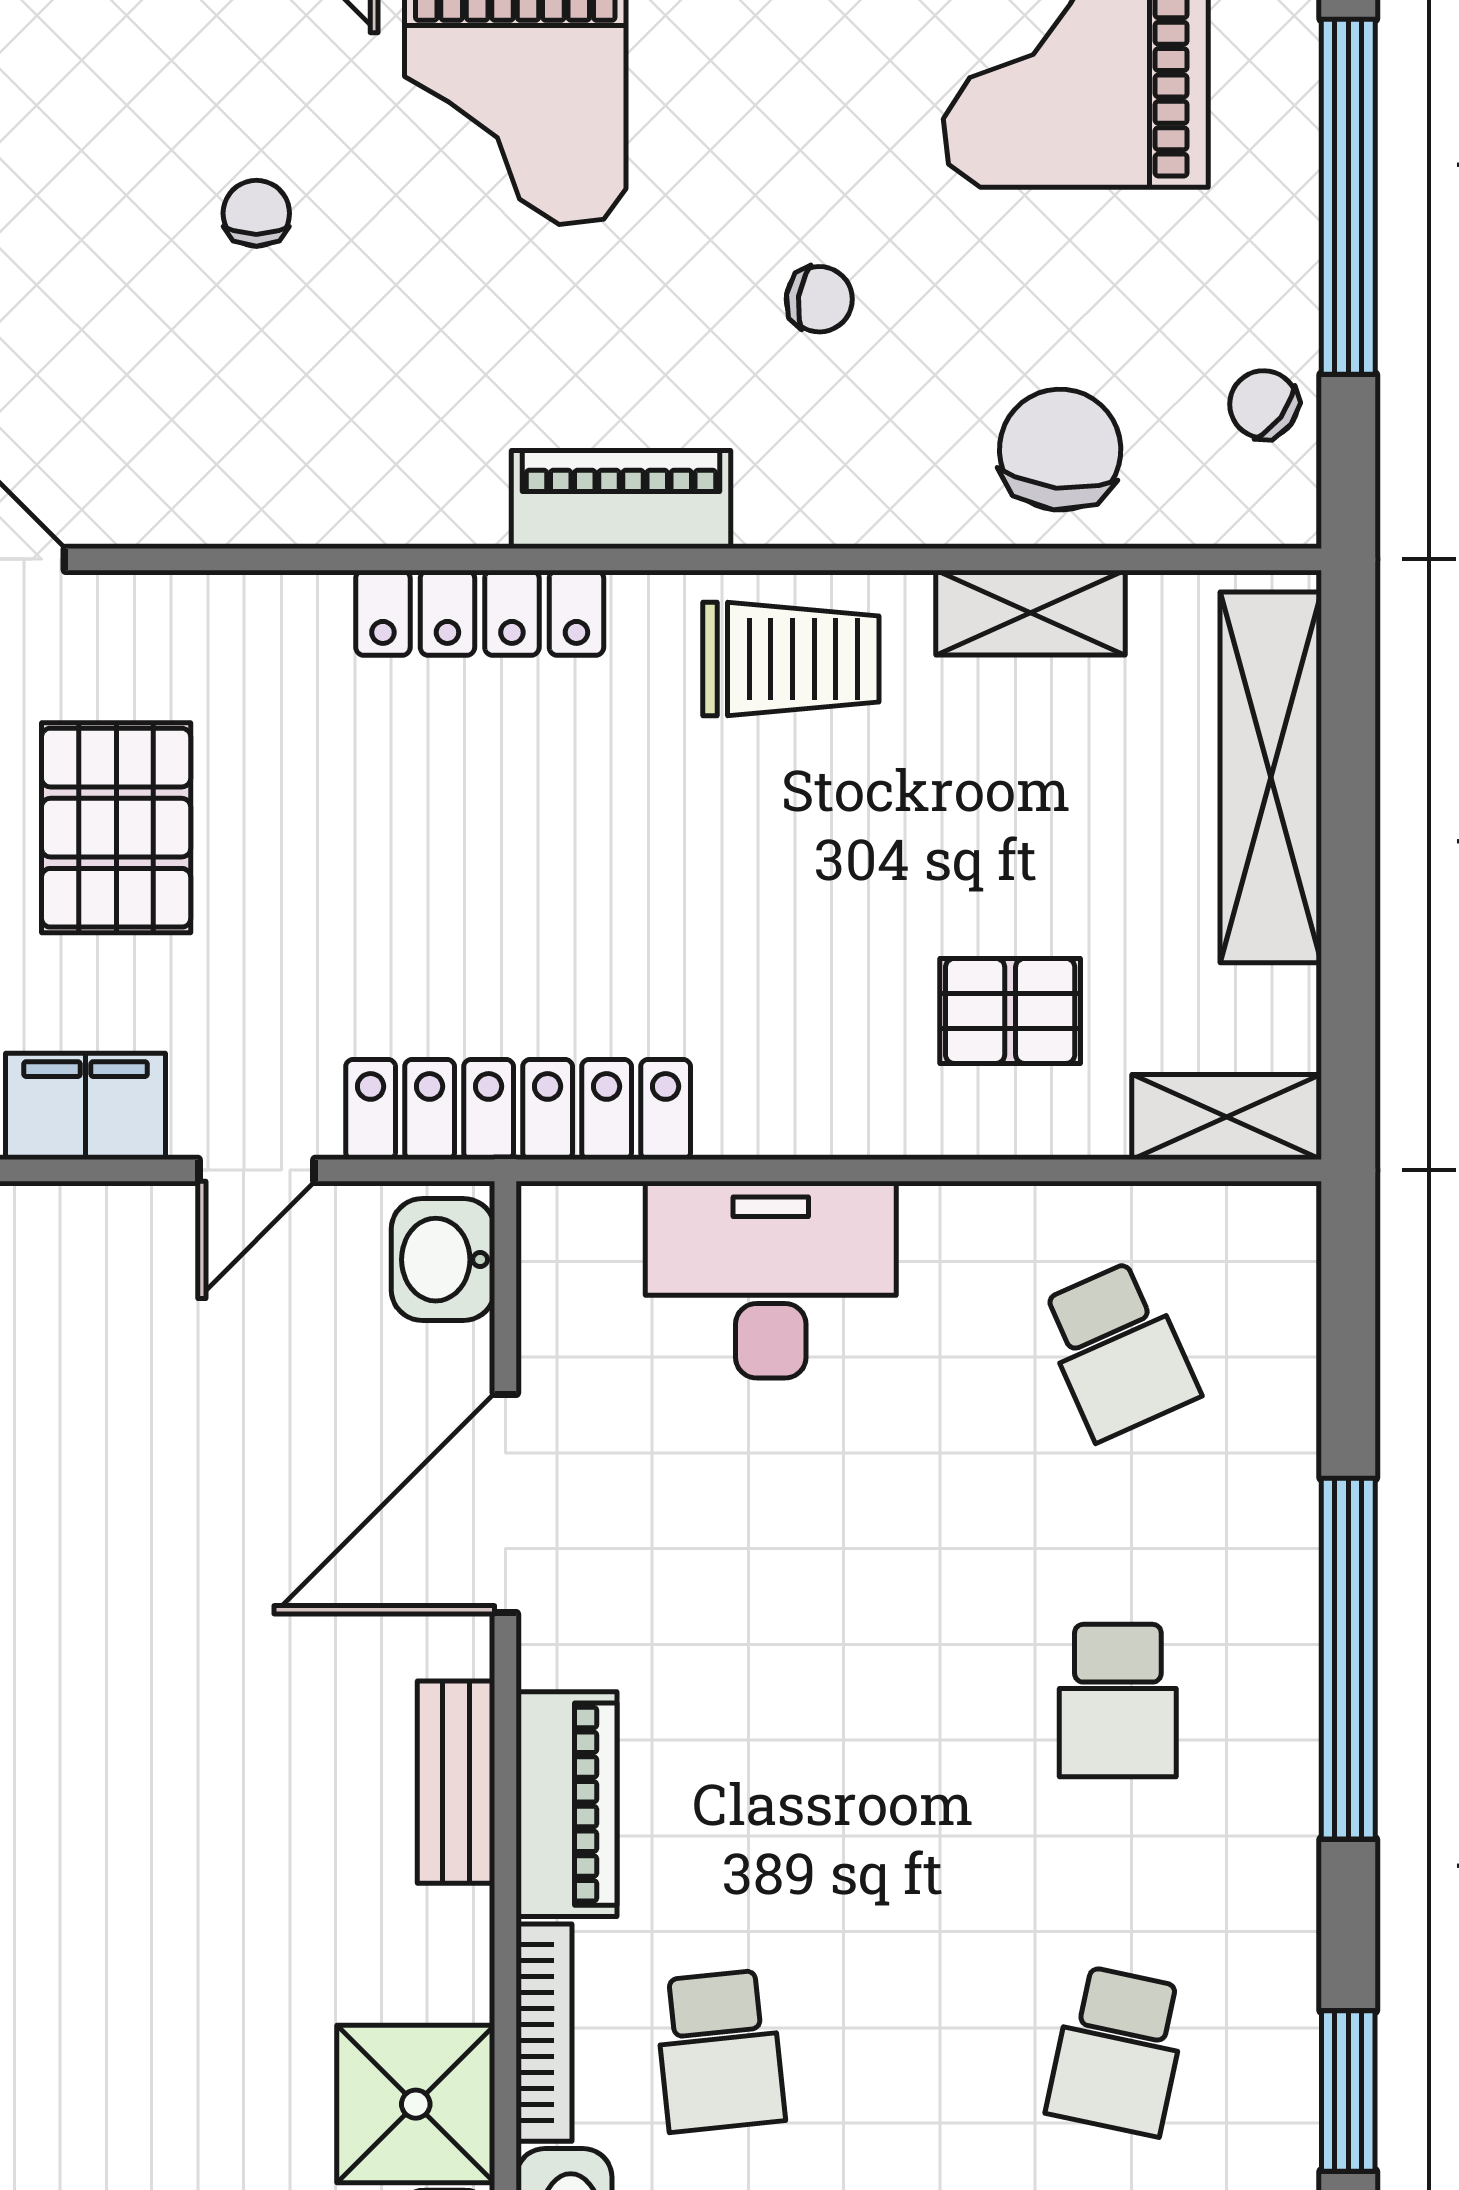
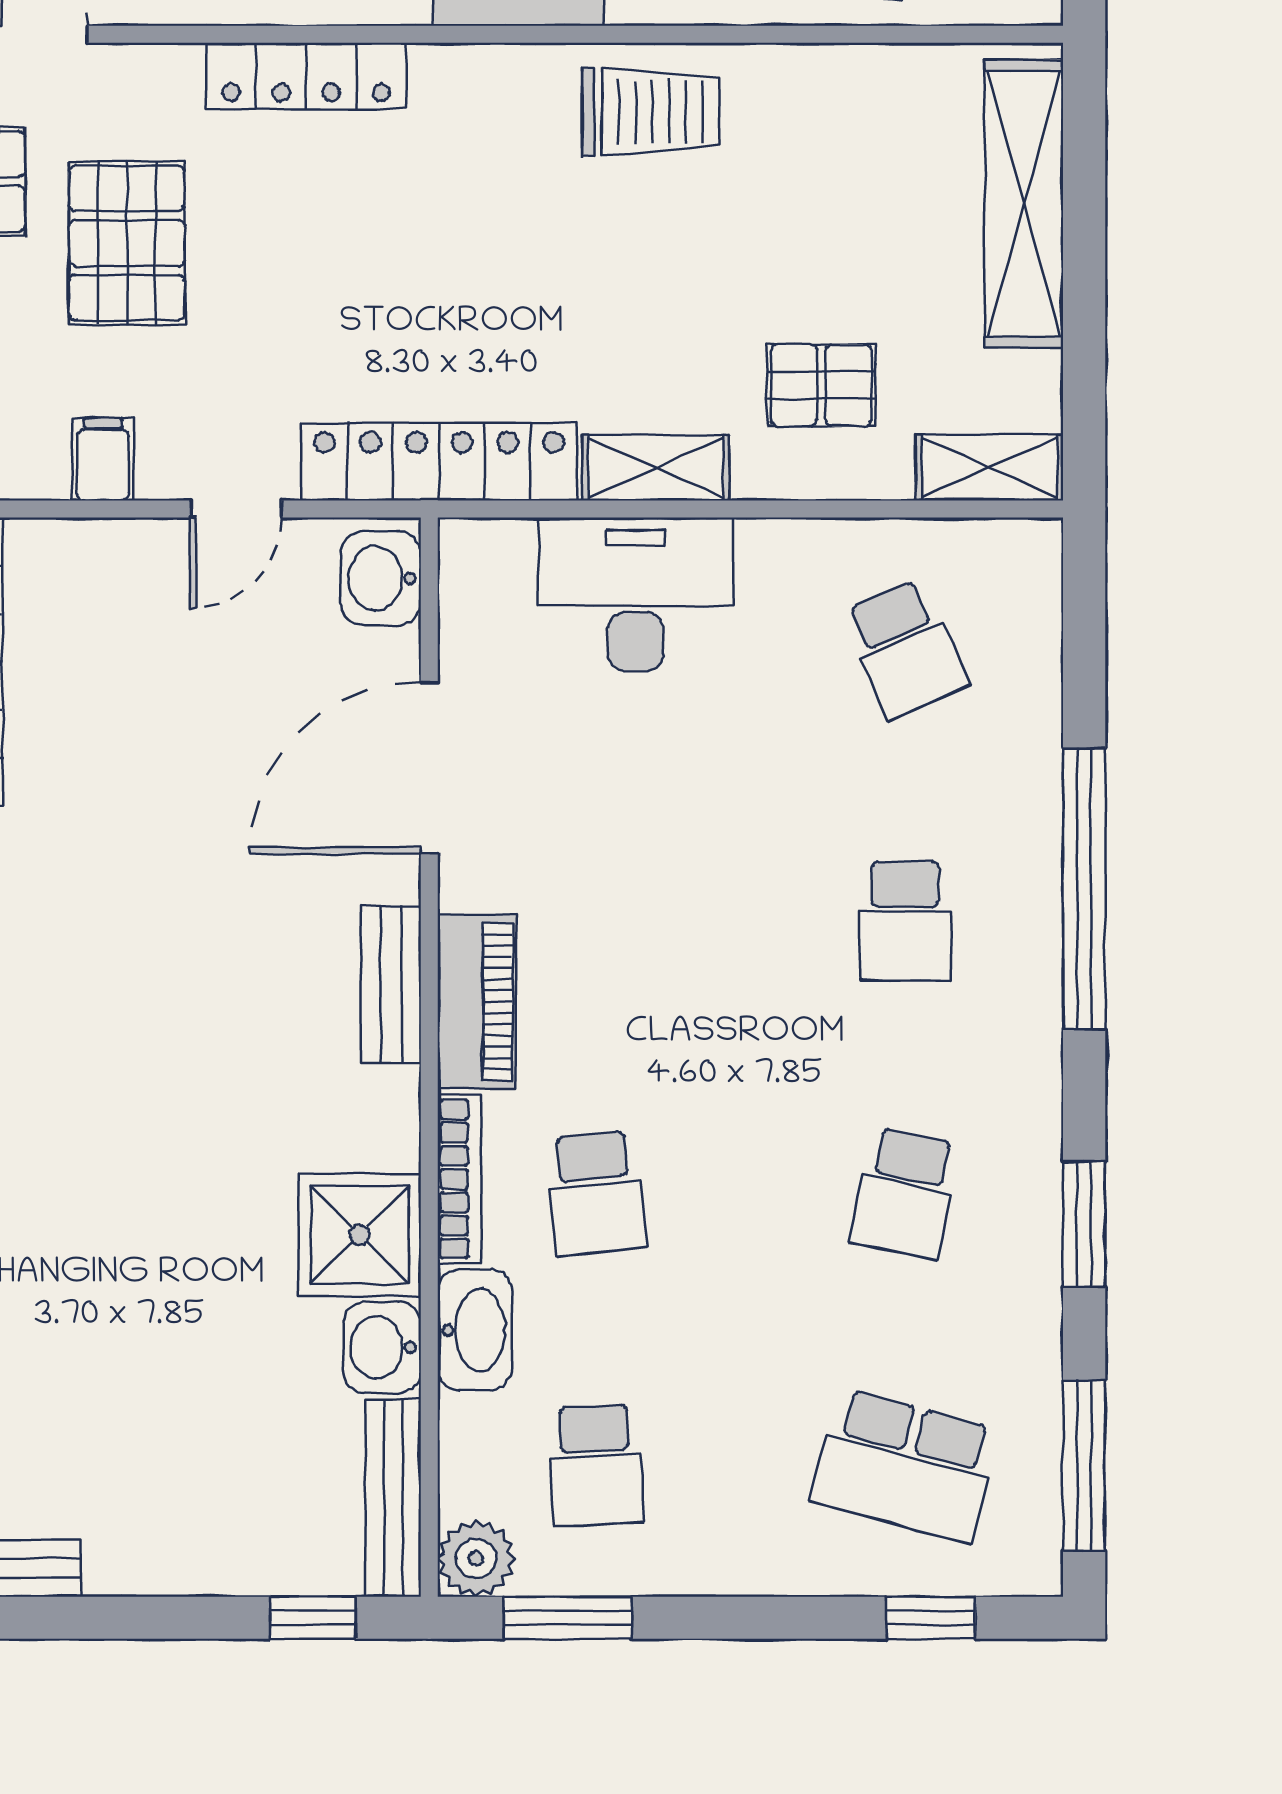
locker: (480, 613) -> (306, 76), moved
shelving: (1031, 613) -> (656, 468), moved
filing cabinet: (86, 1106) -> (103, 459), width x0.50

